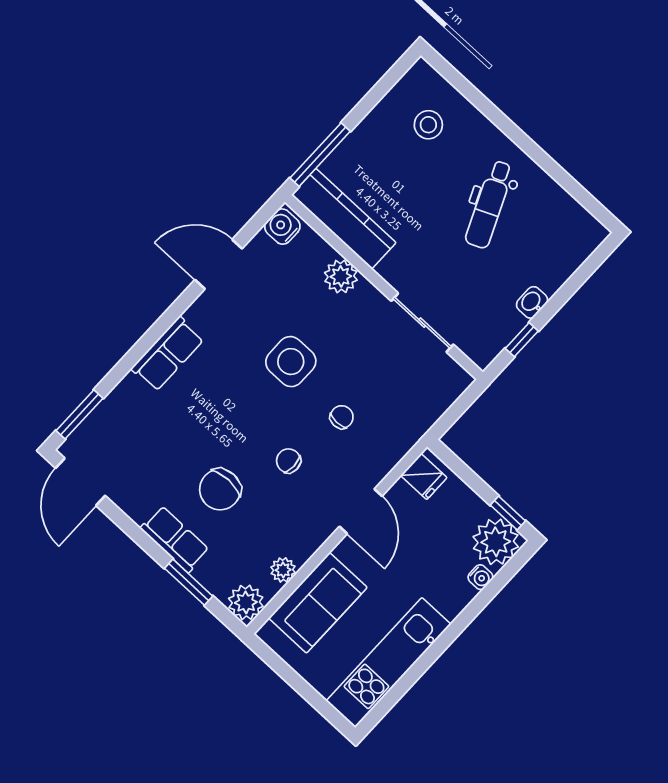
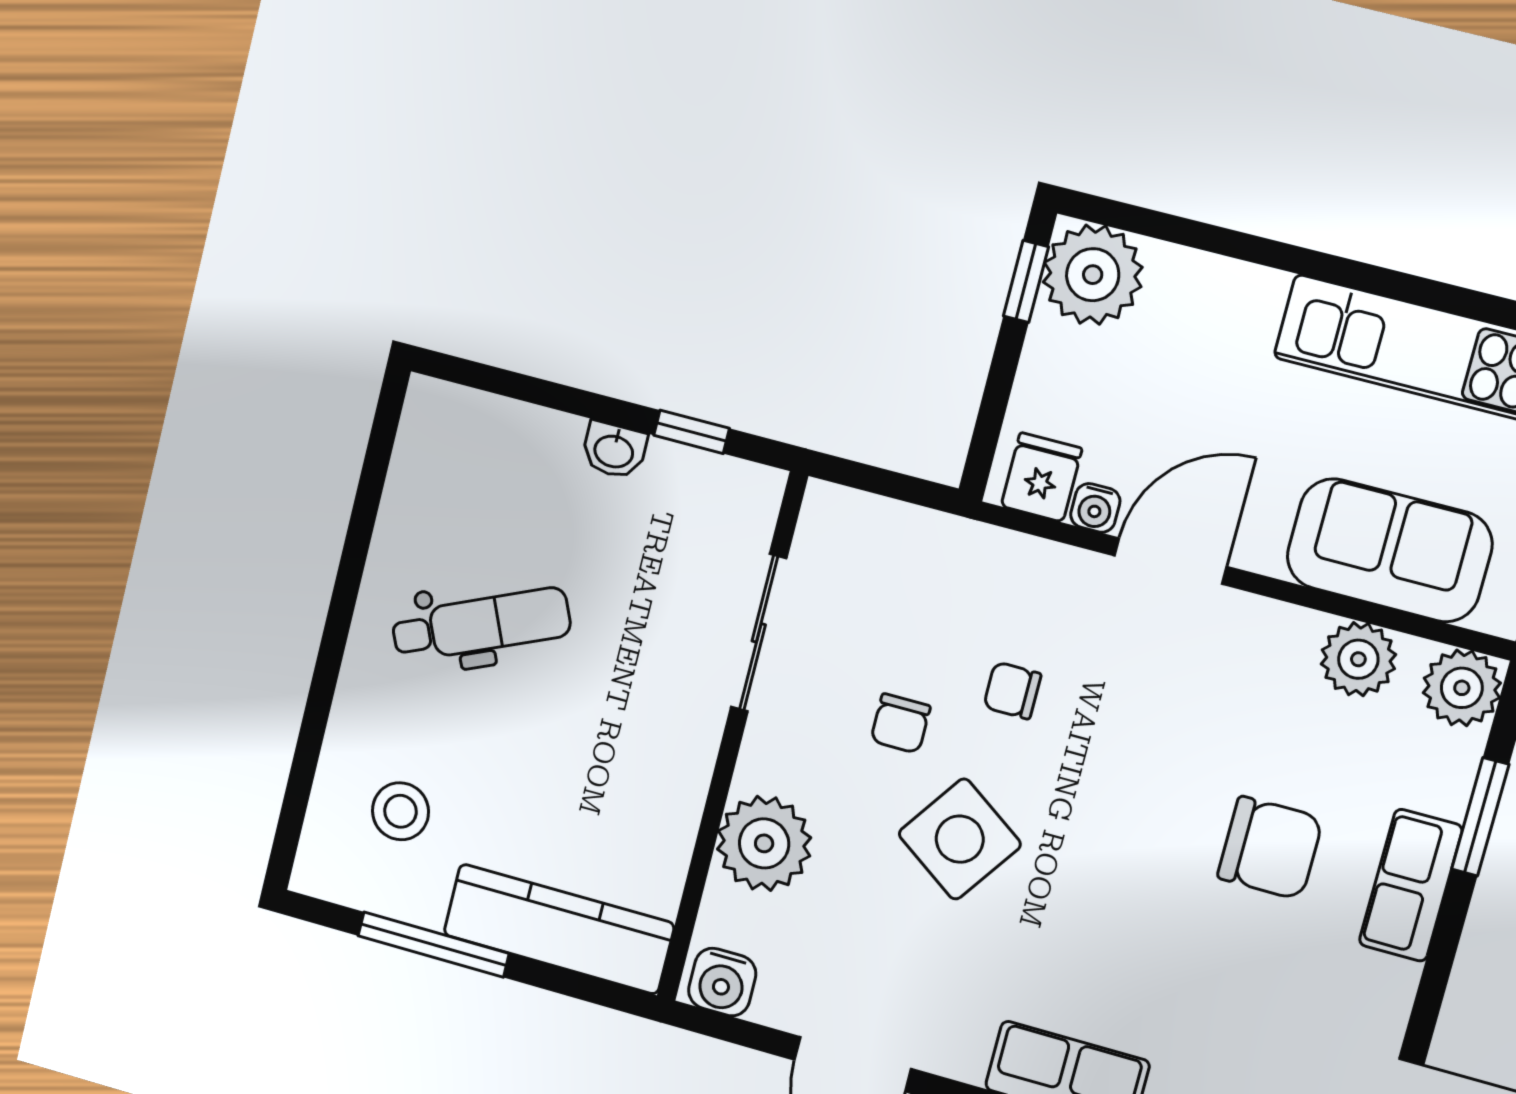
window: (320, 155) -> (433, 945), moved
kitchen counter: (344, 219) -> (559, 929), moved, turned 90
plant: (341, 276) -> (764, 843), width x1.36, depth x1.36
side table: (291, 362) -> (960, 839), turned 35
chair: (288, 461) -> (900, 723), moved
plant: (283, 570) -> (1358, 659), width x1.38, depth x1.38
water cooler: (480, 577) -> (1095, 508), moved, turned 180

